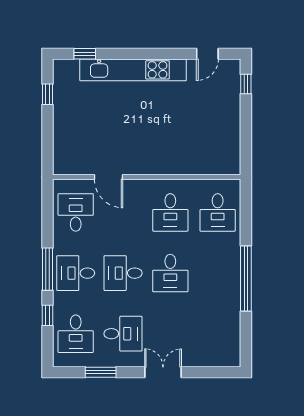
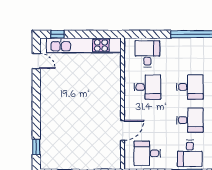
kitchen unit: (133, 70) -> (84, 45), moved, turned 90
desk: (218, 212) -> (147, 54), turned -90
desk: (123, 273) -> (190, 120), turned -90

